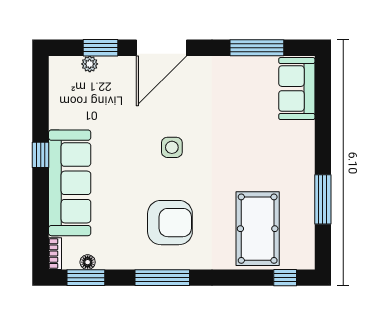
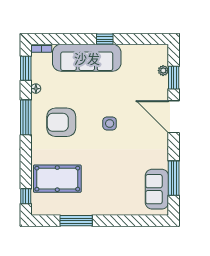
sofa: (297, 89) -> (157, 189), moved, turned -90
armchair: (170, 223) -> (61, 122), turned 90
floor lamp: (88, 262) -> (36, 89), moved

